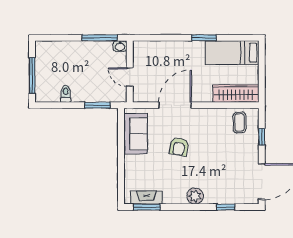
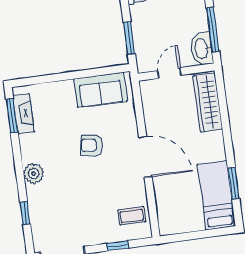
window: (204, 38) -> (234, 183), moved
washbasin: (120, 46) -> (202, 49), width x1.91, depth x1.45
wardrobe: (236, 93) -> (208, 102), moved, turned 180
door: (175, 105) -> (145, 157), moved

